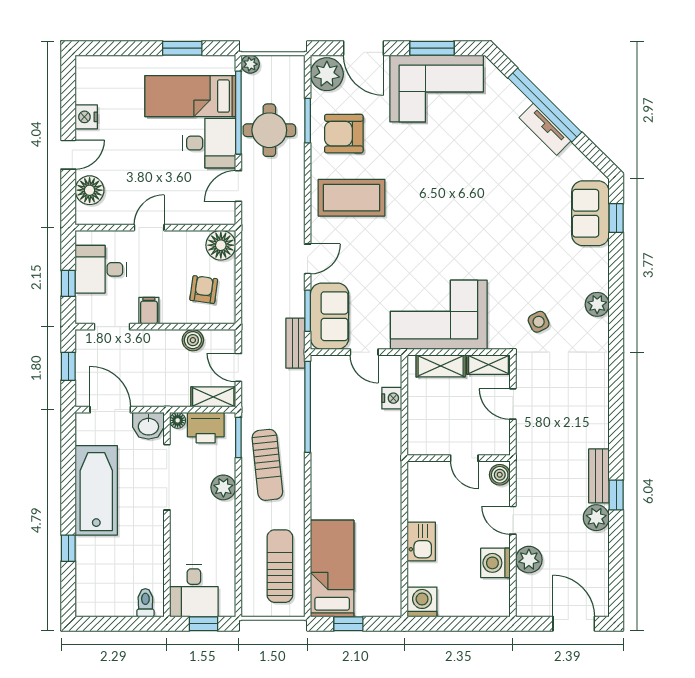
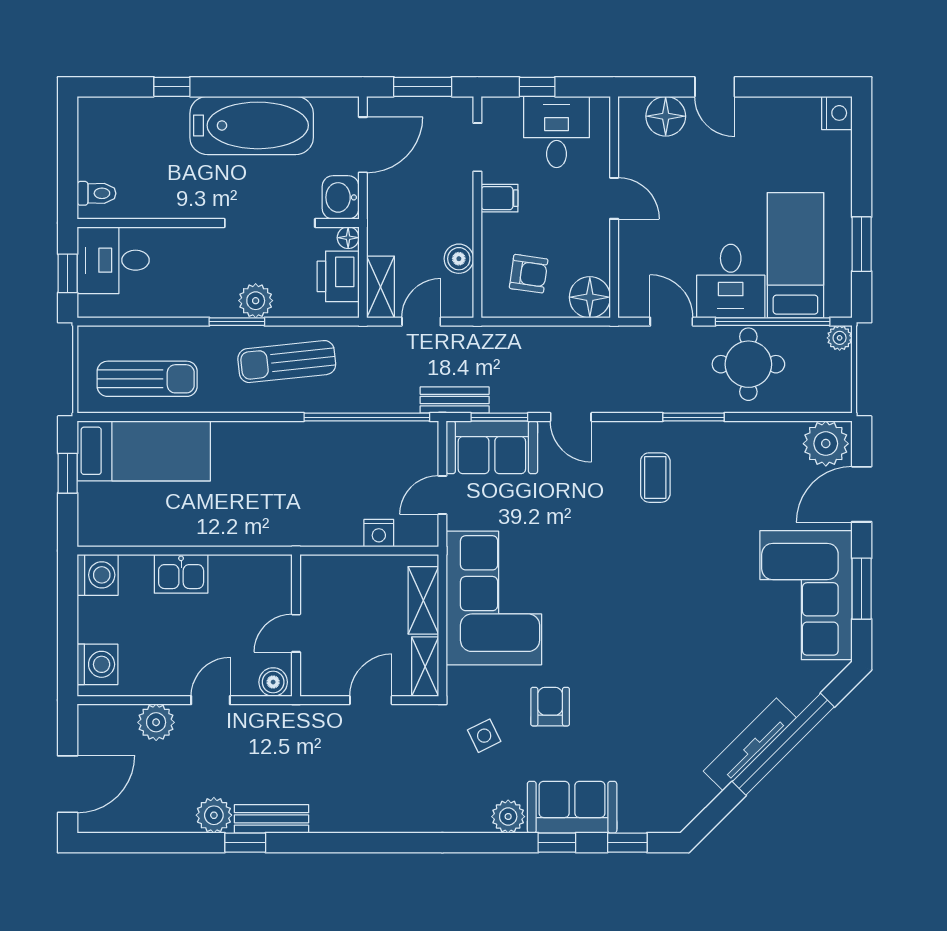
nightstand: (86, 117) -> (837, 113), moved, turned 90
window: (308, 121) -> (694, 417), moved
tv unit: (545, 129) -> (750, 744), width x1.41
armchair: (344, 134) -> (550, 707), moved, width x0.72, depth x0.72
coffee table: (351, 198) -> (655, 478), width x0.54, depth x0.58
sofa: (590, 213) -> (572, 807), moved
window: (616, 269) -> (557, 843), added
window: (68, 366) -> (423, 87), width x1.50
window: (238, 438) -> (237, 322), moved
washing machine: (495, 563) -> (97, 664), moved, turned 90

